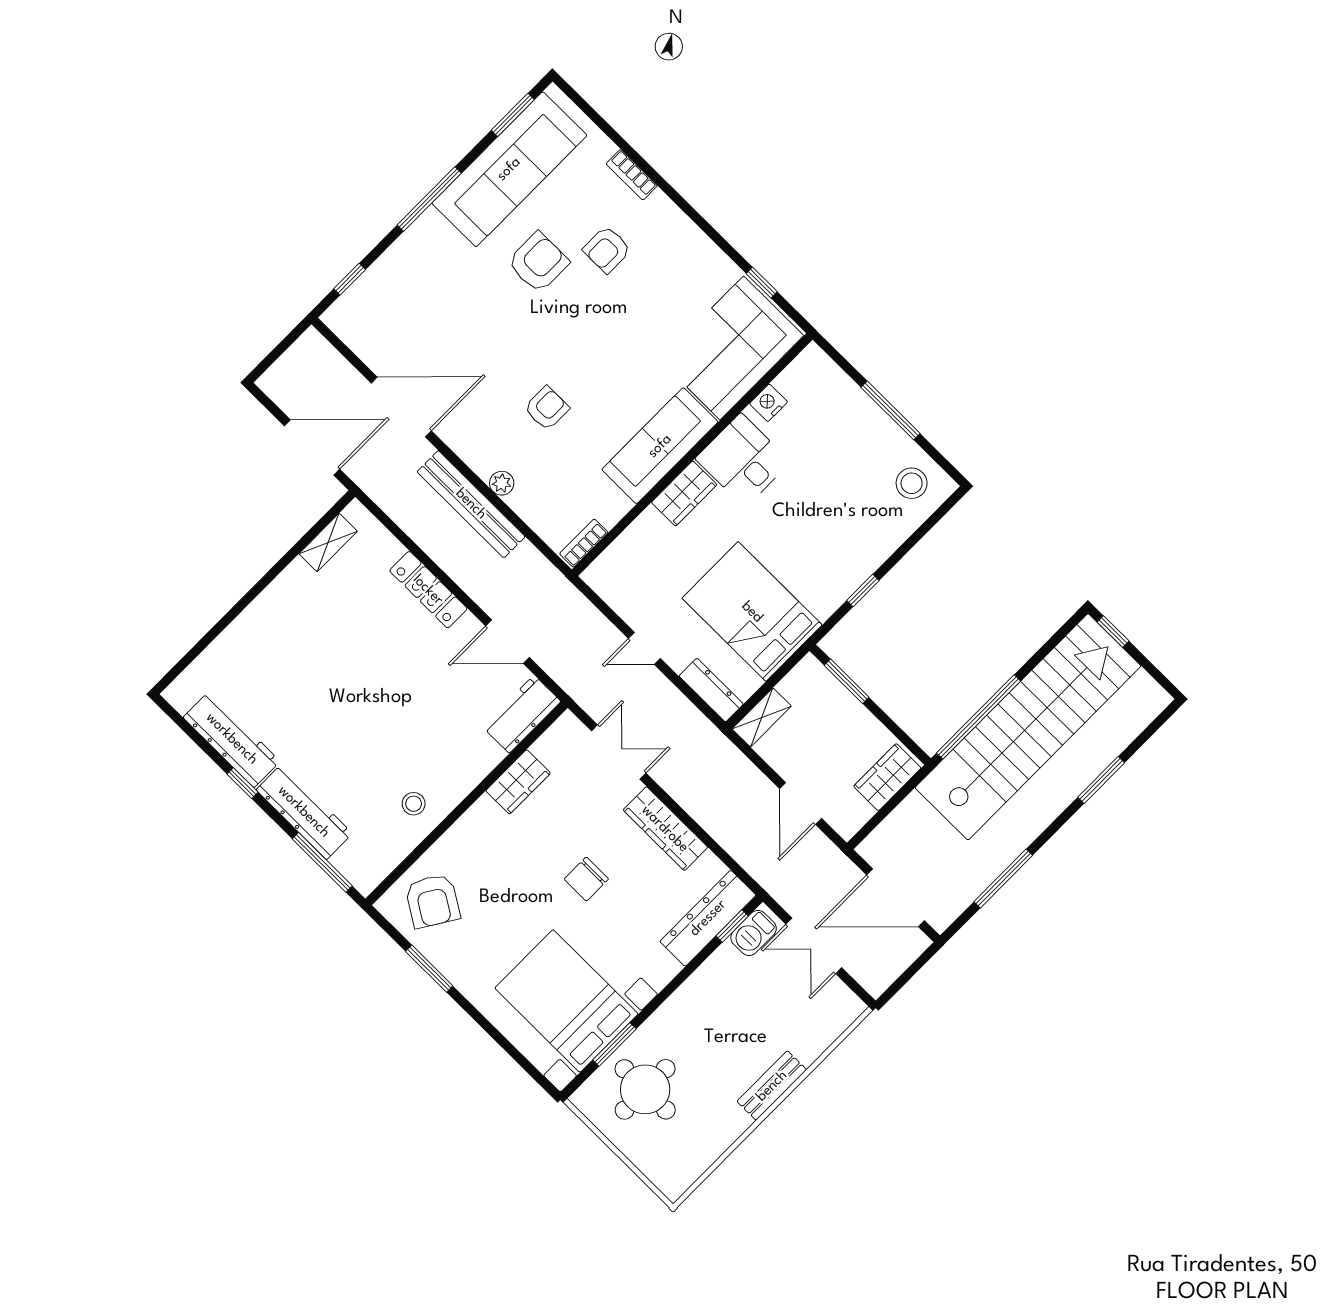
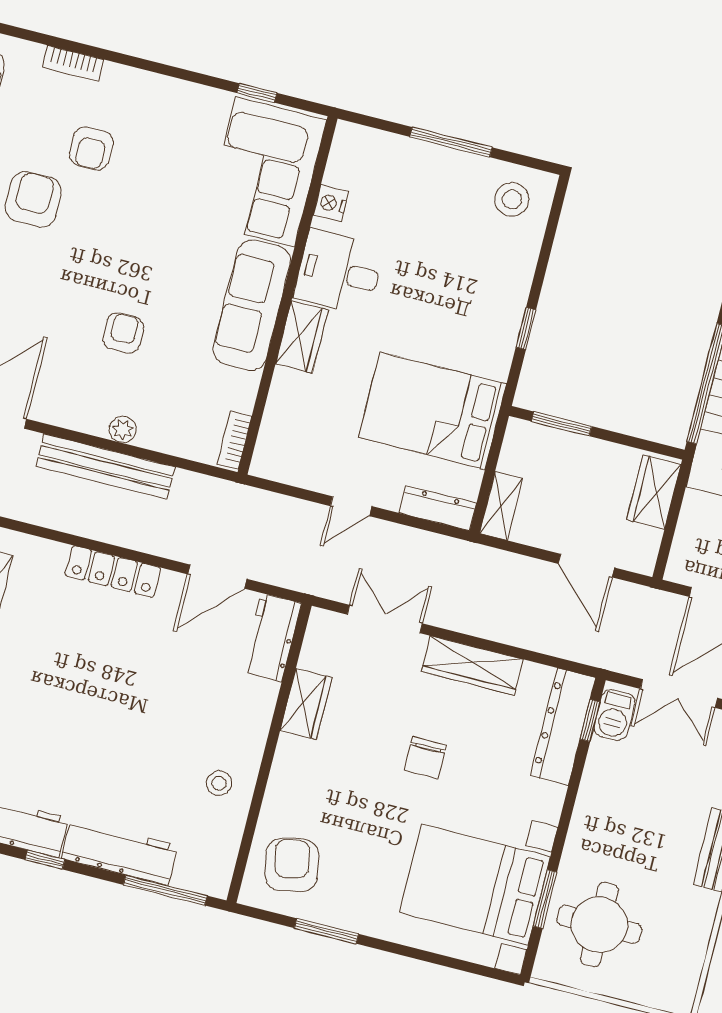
armchair: (433, 901) -> (292, 865), turned -133

